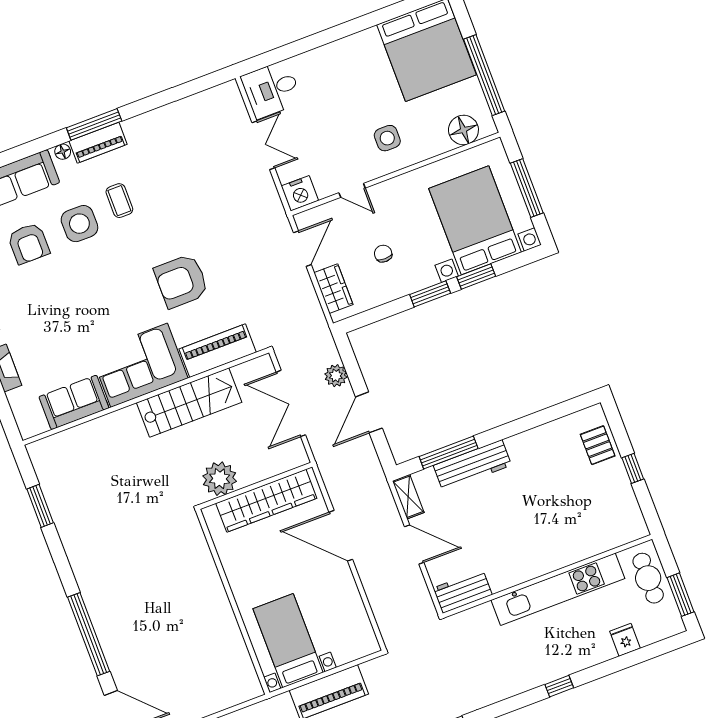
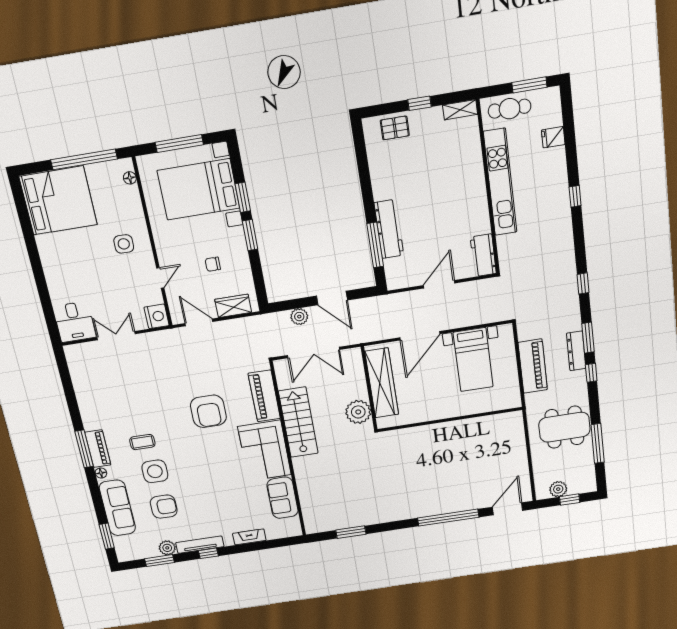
floor lamp: (463, 130) -> (130, 178), width x0.53, depth x0.53
shelving: (408, 497) -> (460, 110), moved
bed with nightstands: (288, 641) -> (473, 360), moved, turned -90

